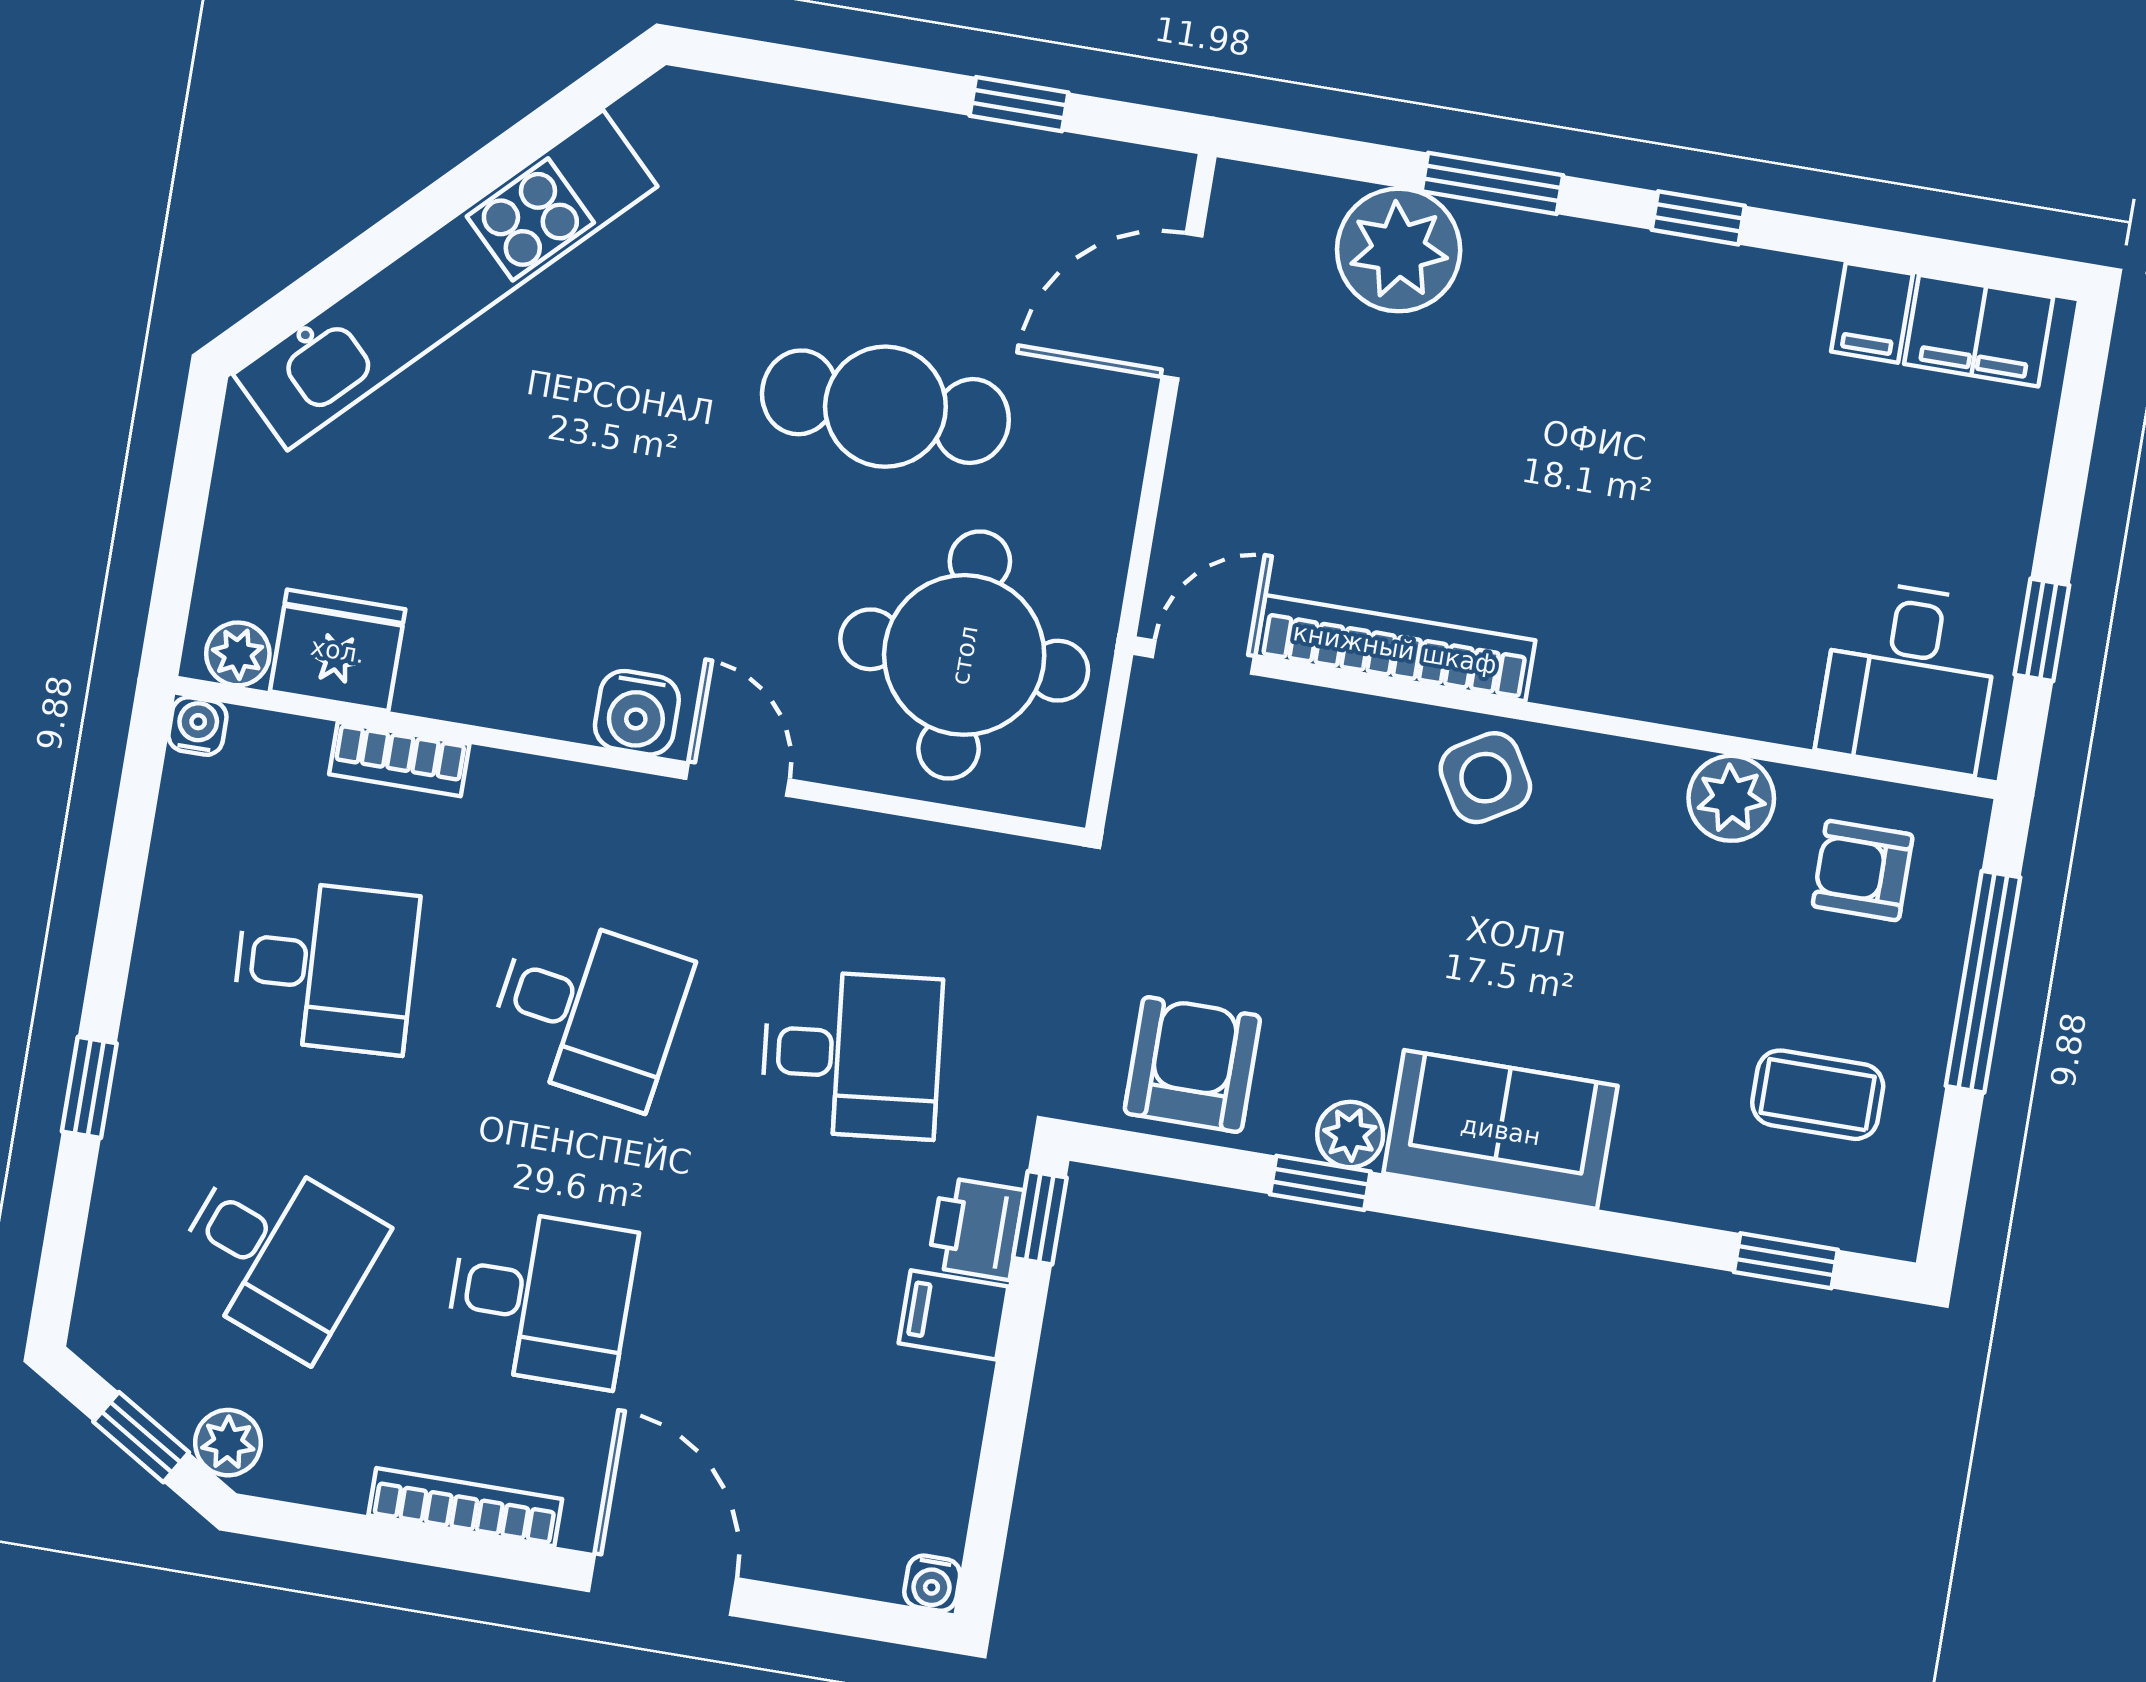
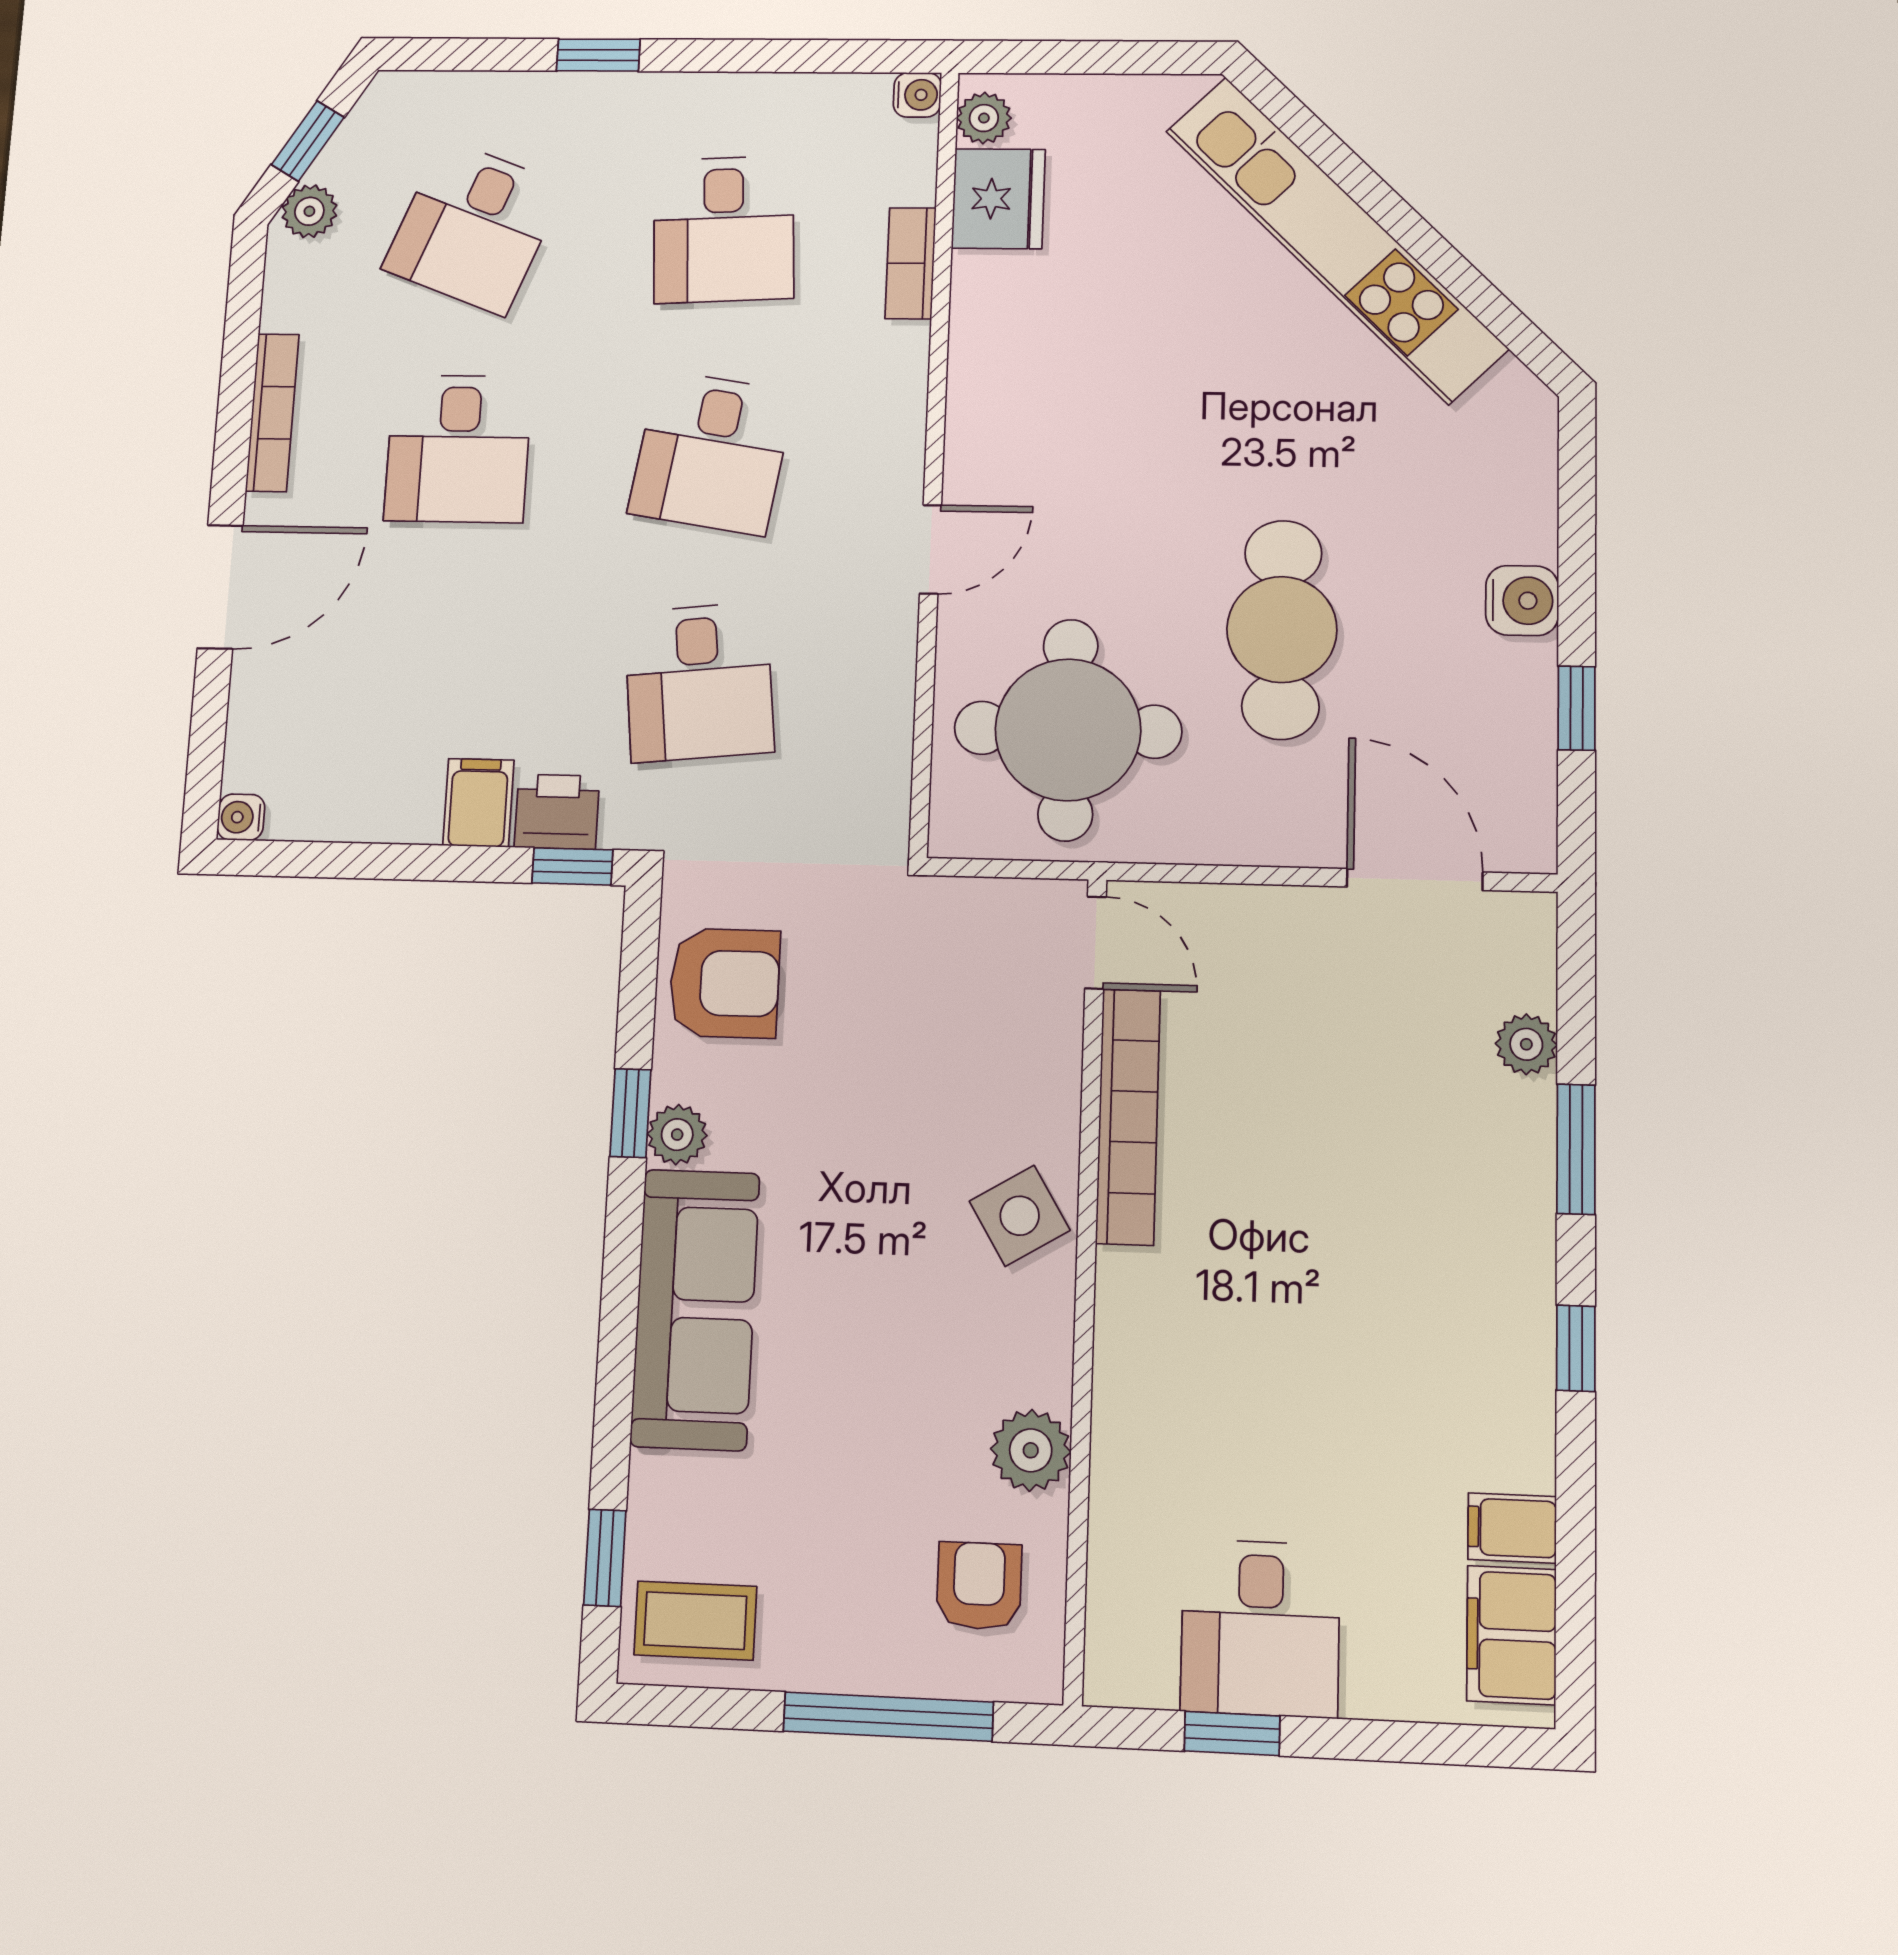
plant: (1399, 250) -> (1526, 1044), width x0.53, depth x0.53
desk: (1909, 677) -> (1260, 1628), moved, turned -90
water cooler: (637, 713) -> (1522, 601), moved, turned 180
coffee table: (1818, 1095) -> (695, 1621), moved, turned 90
sofa: (1501, 1130) -> (695, 1309), width x1.36

